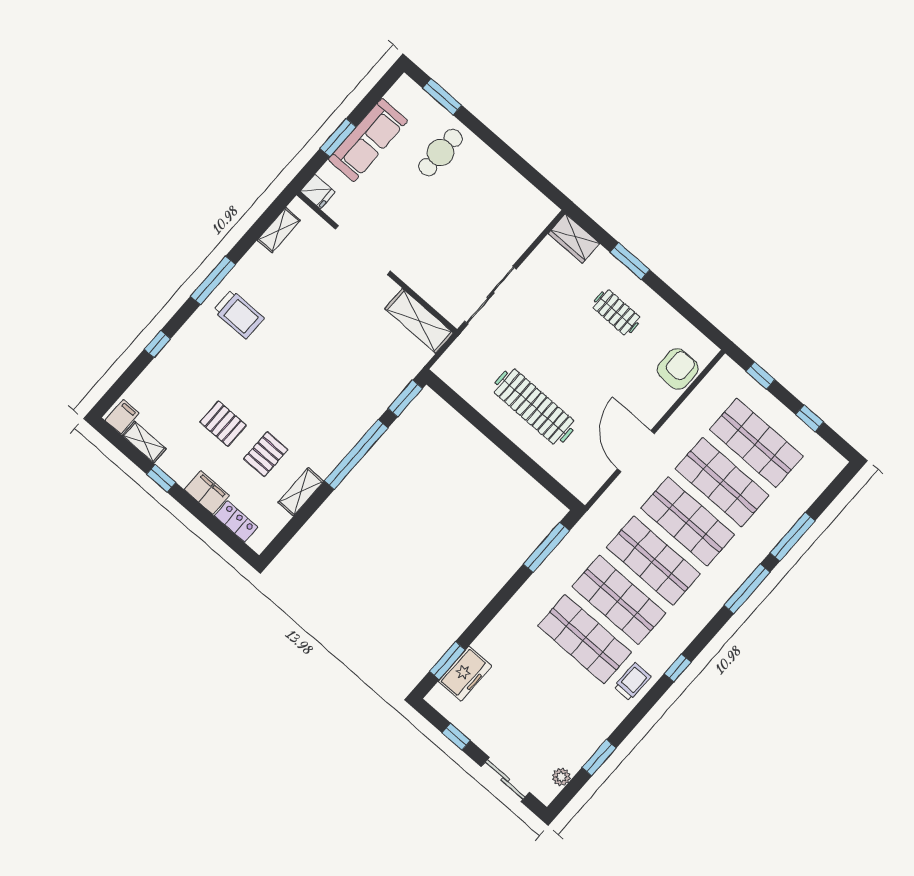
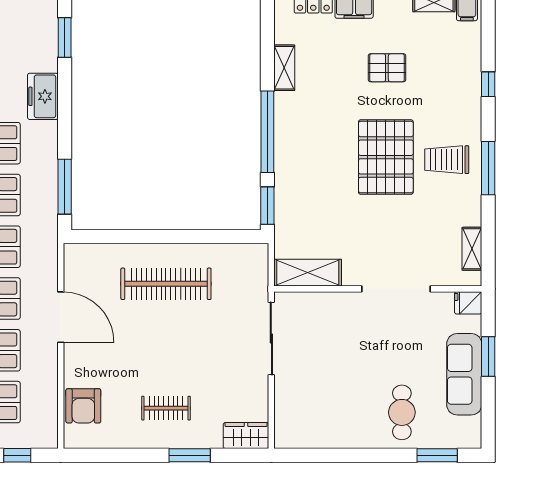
pallet: (266, 454) -> (386, 157), moved, width x2.05, depth x2.00
freezer: (465, 674) -> (43, 96), moved

